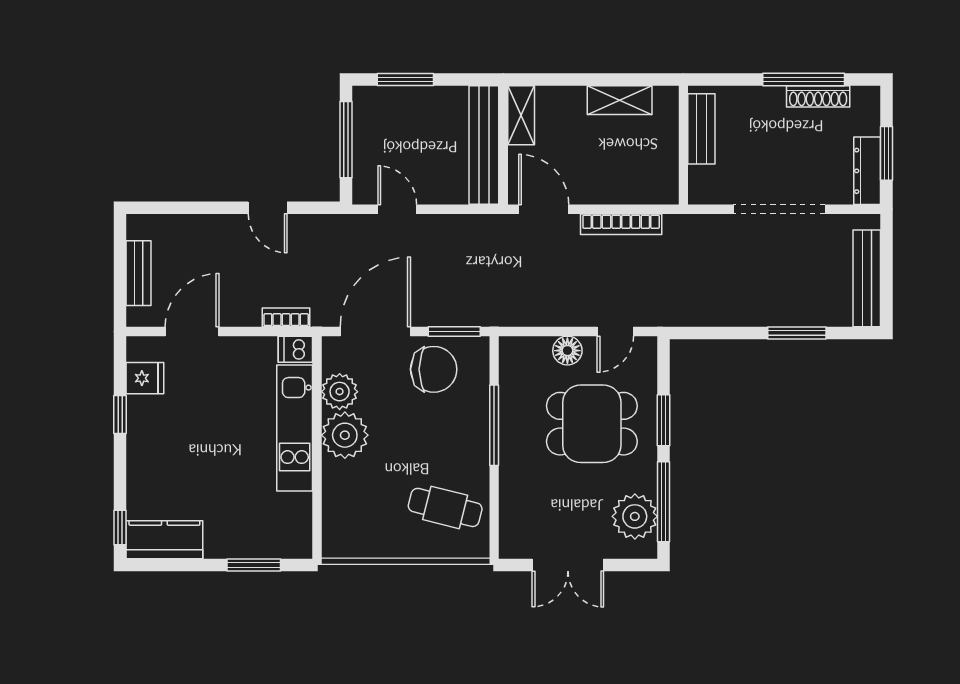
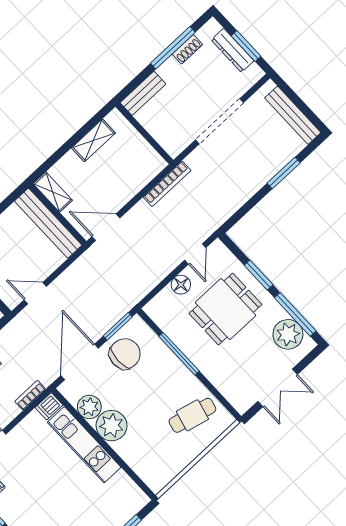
shoe rack: (818, 96) -> (187, 49), width x0.70
bench: (701, 129) -> (143, 93), moved, turned 90
dresser: (867, 171) -> (233, 50), moved
bookcase: (621, 224) -> (167, 184), moved

